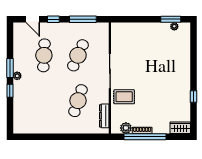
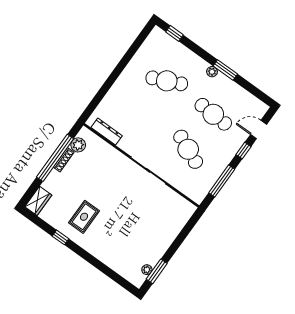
window: (10, 91) -> (174, 33), moved
rug: (124, 97) -> (84, 217), moved
cafe table: (78, 101) -> (167, 81), moved, turned -42

